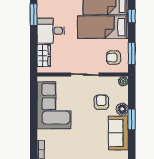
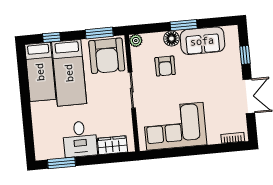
armchair: (114, 58) -> (107, 56), width x1.88, depth x1.88
armchair: (101, 102) -> (165, 66), turned -90

